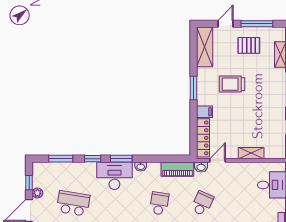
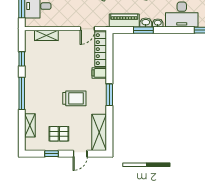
window: (257, 24) -> (51, 154), width x0.46
shelving: (251, 153) -> (46, 35), moved
window: (121, 159) -> (143, 30), moved
washbasin: (201, 167) -> (146, 22), moved

